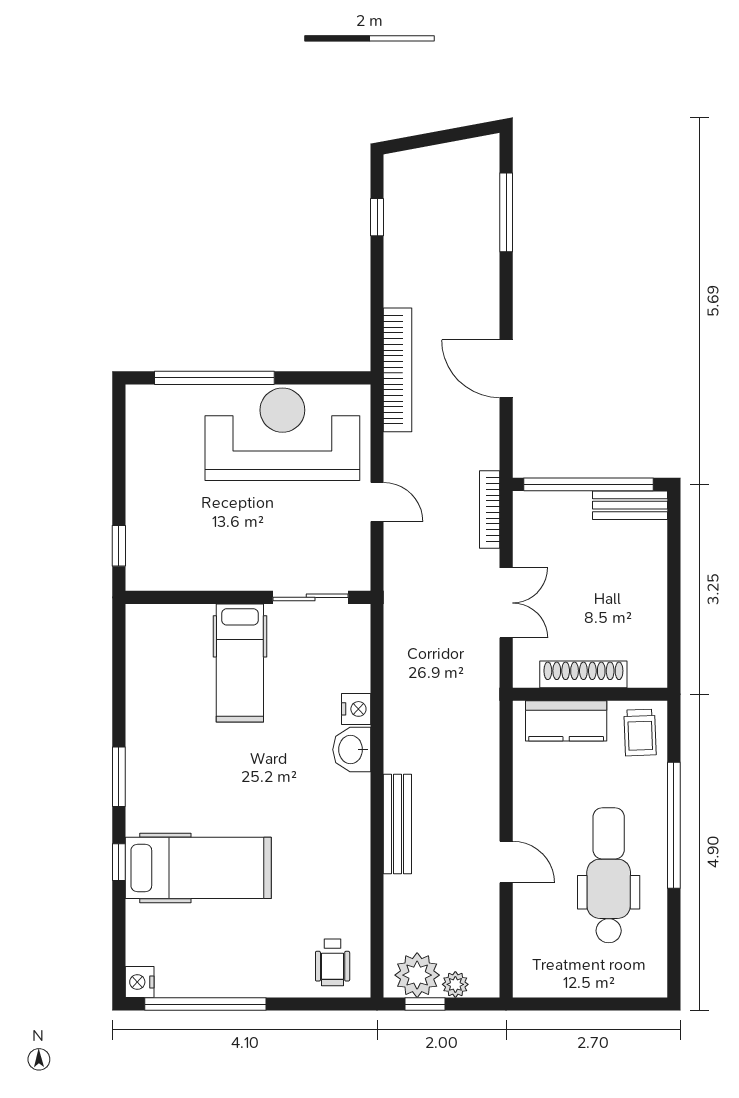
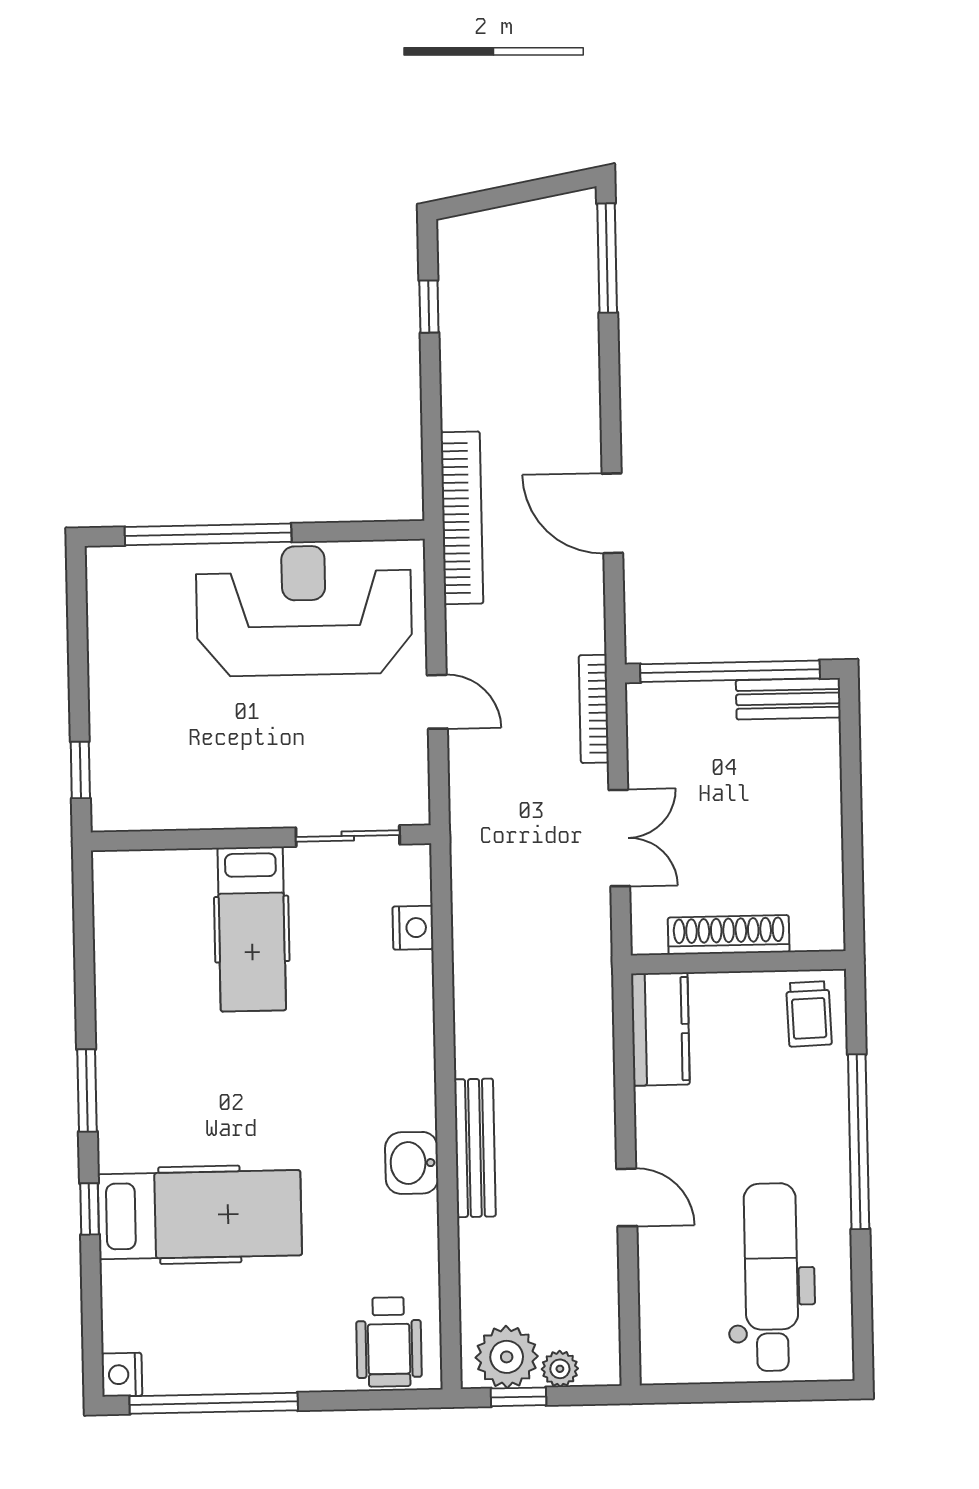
window: (506, 212) -> (607, 258), moved
nightstand: (356, 709) -> (413, 928), moved
kitchen counter: (566, 721) -> (660, 1029), moved, turned -90
washbasin: (352, 750) -> (412, 1163), moved
dental chair: (609, 875) -> (771, 1277), moved
wheelchair: (333, 962) -> (389, 1342), width x1.36, depth x1.37

